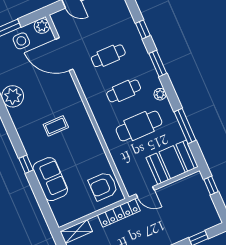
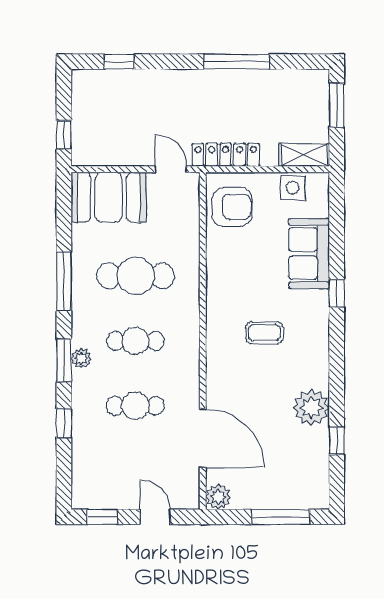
side table: (21, 41) -> (293, 188), moved
plant: (160, 94) -> (81, 358), moved
window: (185, 126) -> (64, 282), moved

